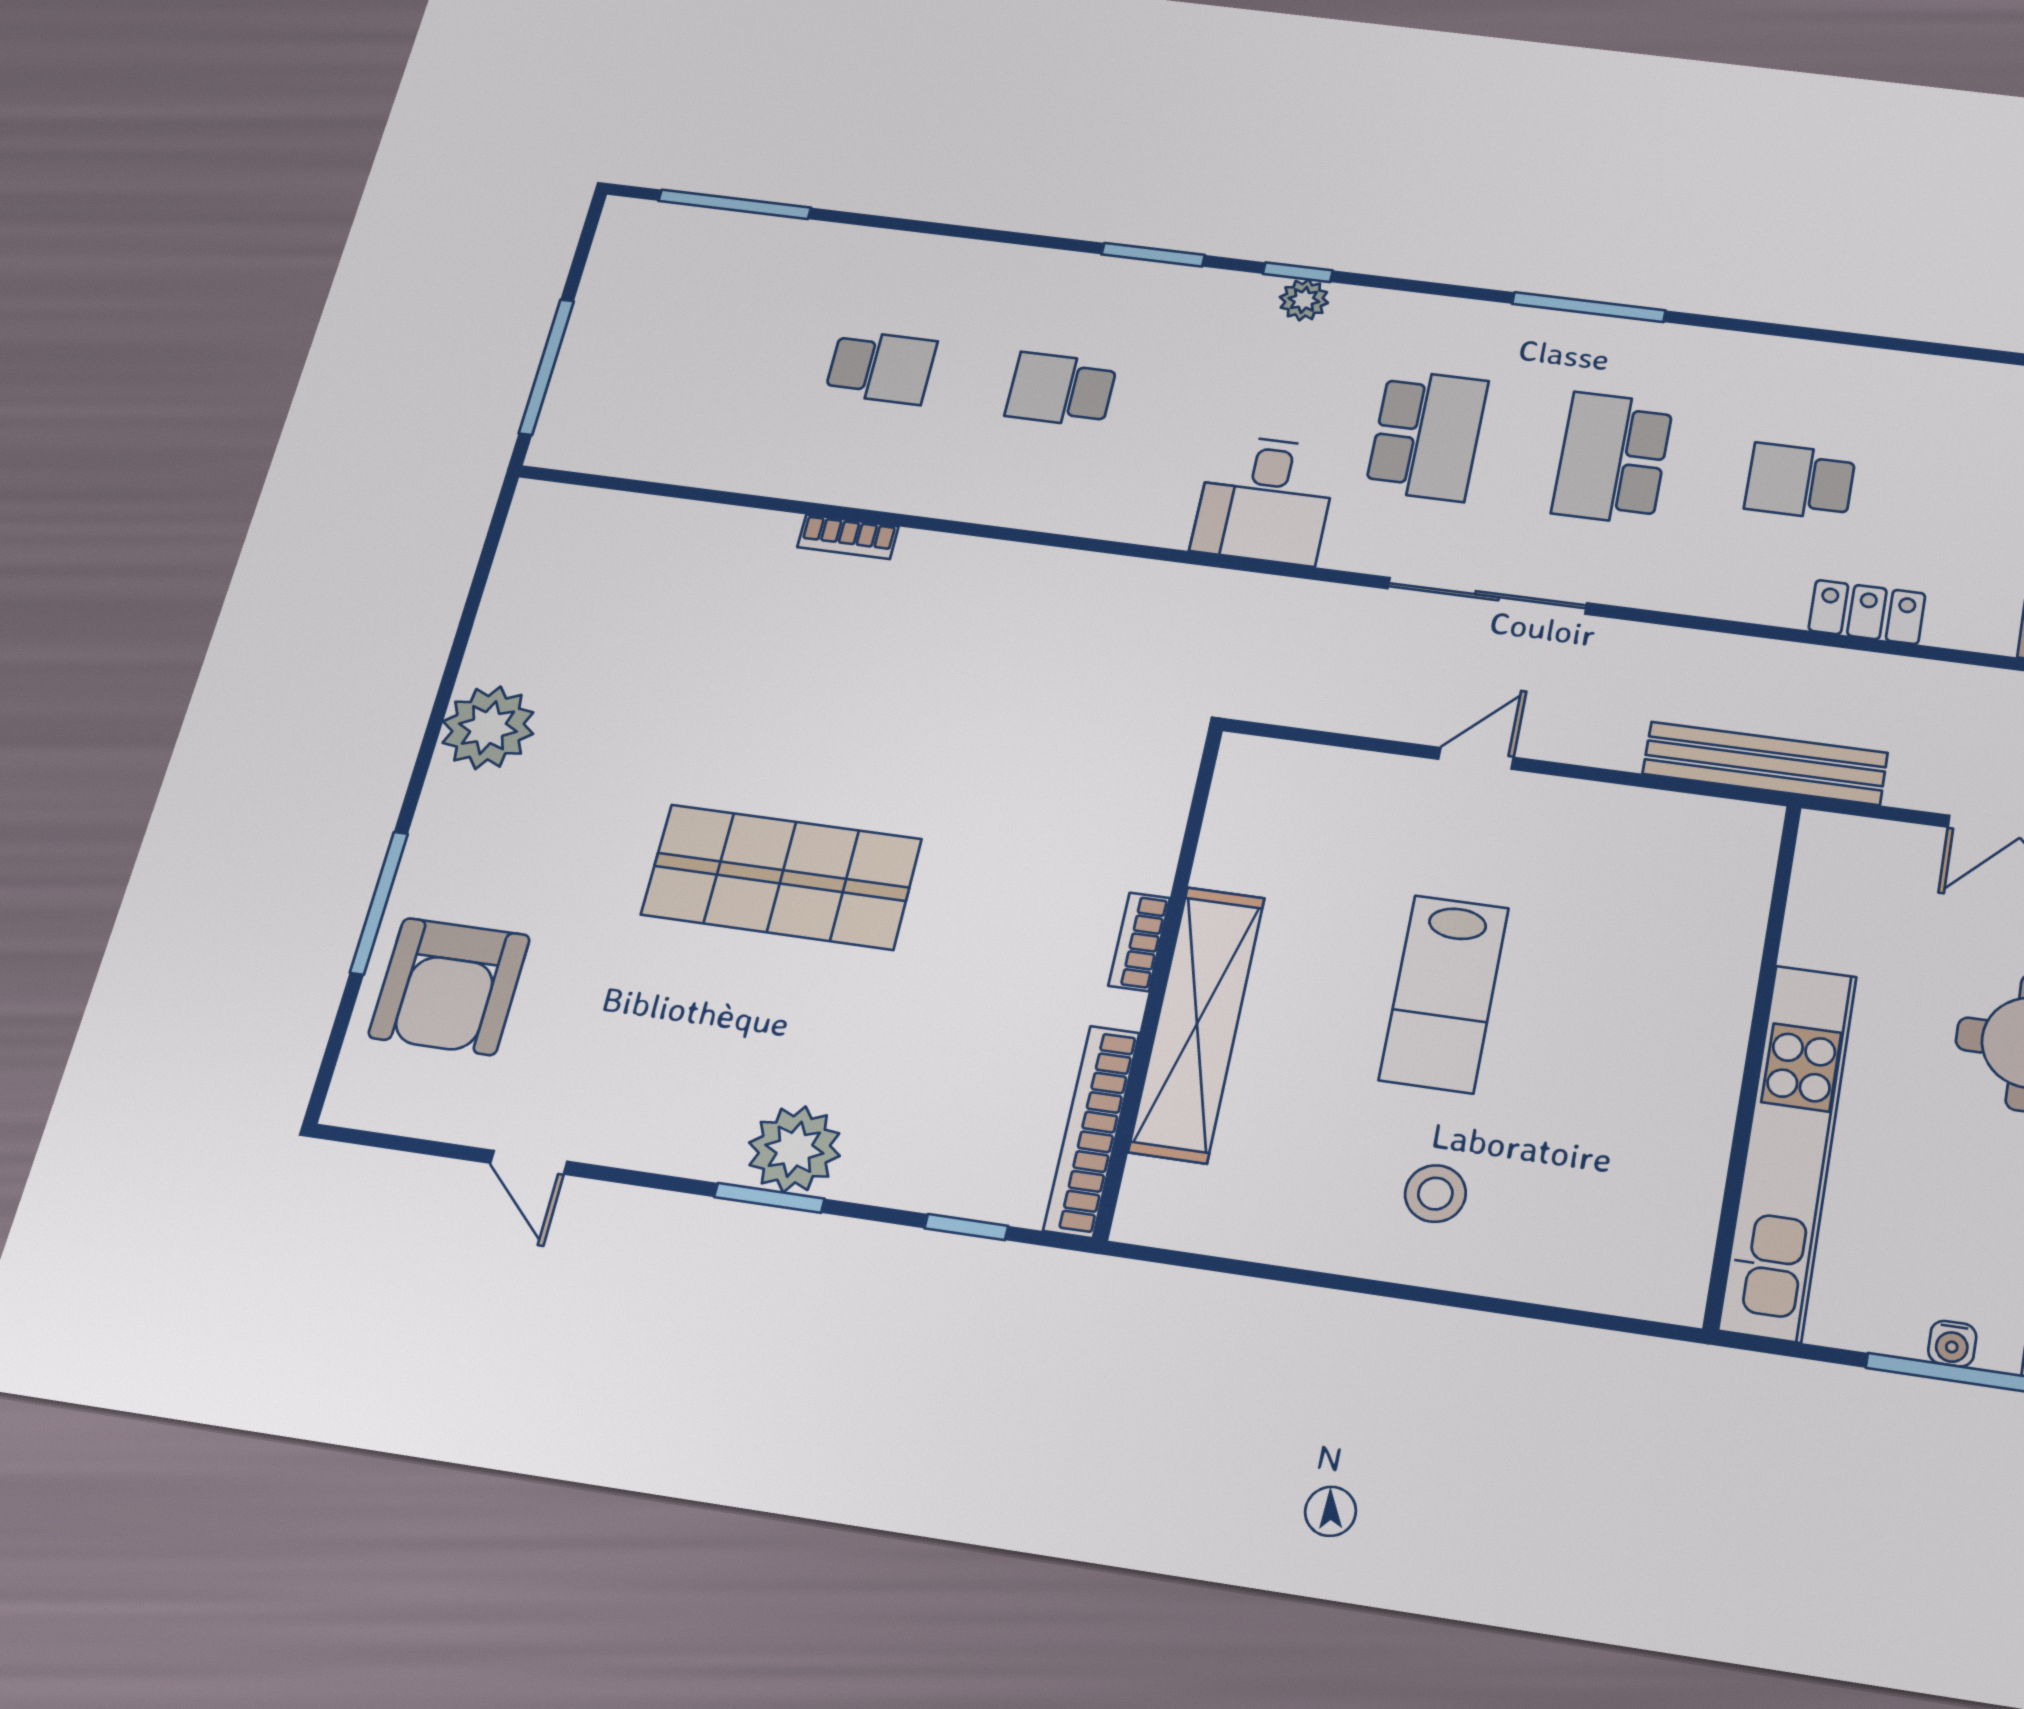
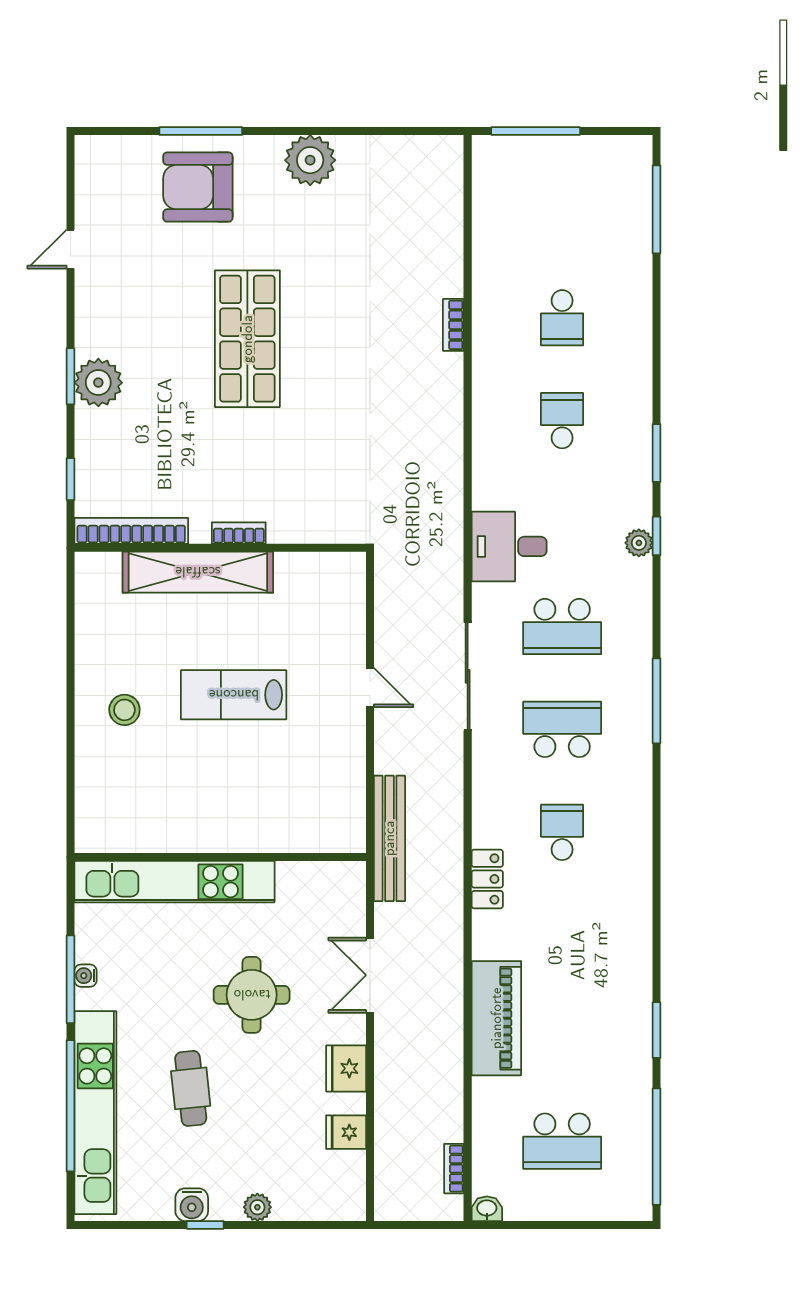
armchair: (449, 986) -> (198, 187), moved

